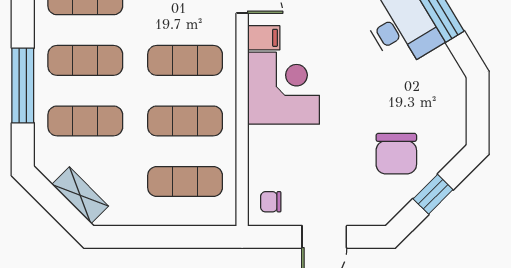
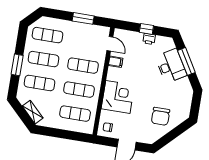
window: (23, 85) -> (17, 65), width x0.69
corner desk: (284, 88) -> (118, 97), moved
window: (433, 194) -> (172, 135), removed

